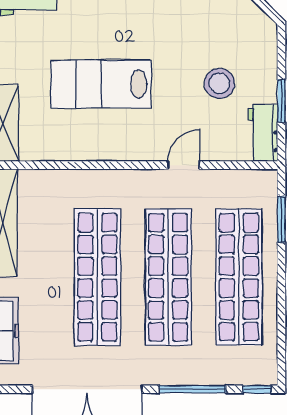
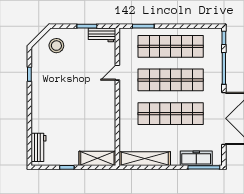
lab bench: (101, 84) -> (79, 112), removed
stool: (219, 84) -> (56, 46), moved
door: (184, 165) -> (117, 73), hinge flipped

